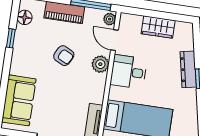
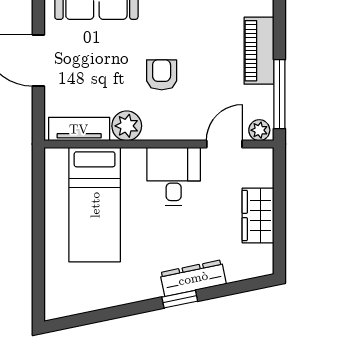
armchair: (64, 56) -> (162, 75), moved, turned 153
plant: (100, 64) -> (127, 126), moved

